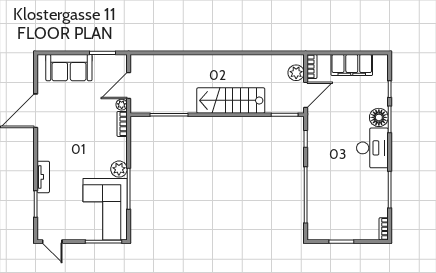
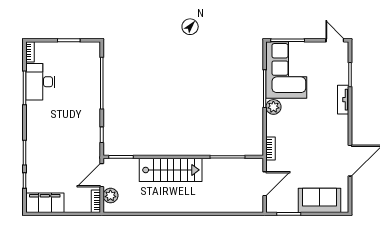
filing cabinet: (352, 65) -> (45, 203), moved
plant: (122, 105) -> (271, 166), removed
floor lamp: (379, 117) -> (34, 154), removed
desk: (372, 148) -> (40, 82), moved

